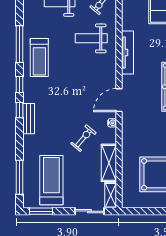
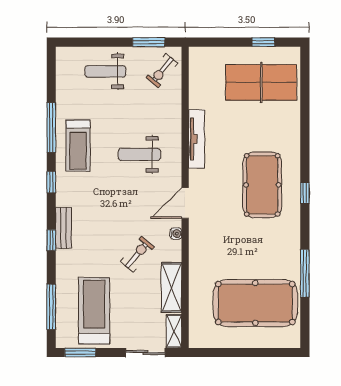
weight bench: (91, 38) -> (139, 154), moved
window: (19, 110) -> (51, 240), moved

